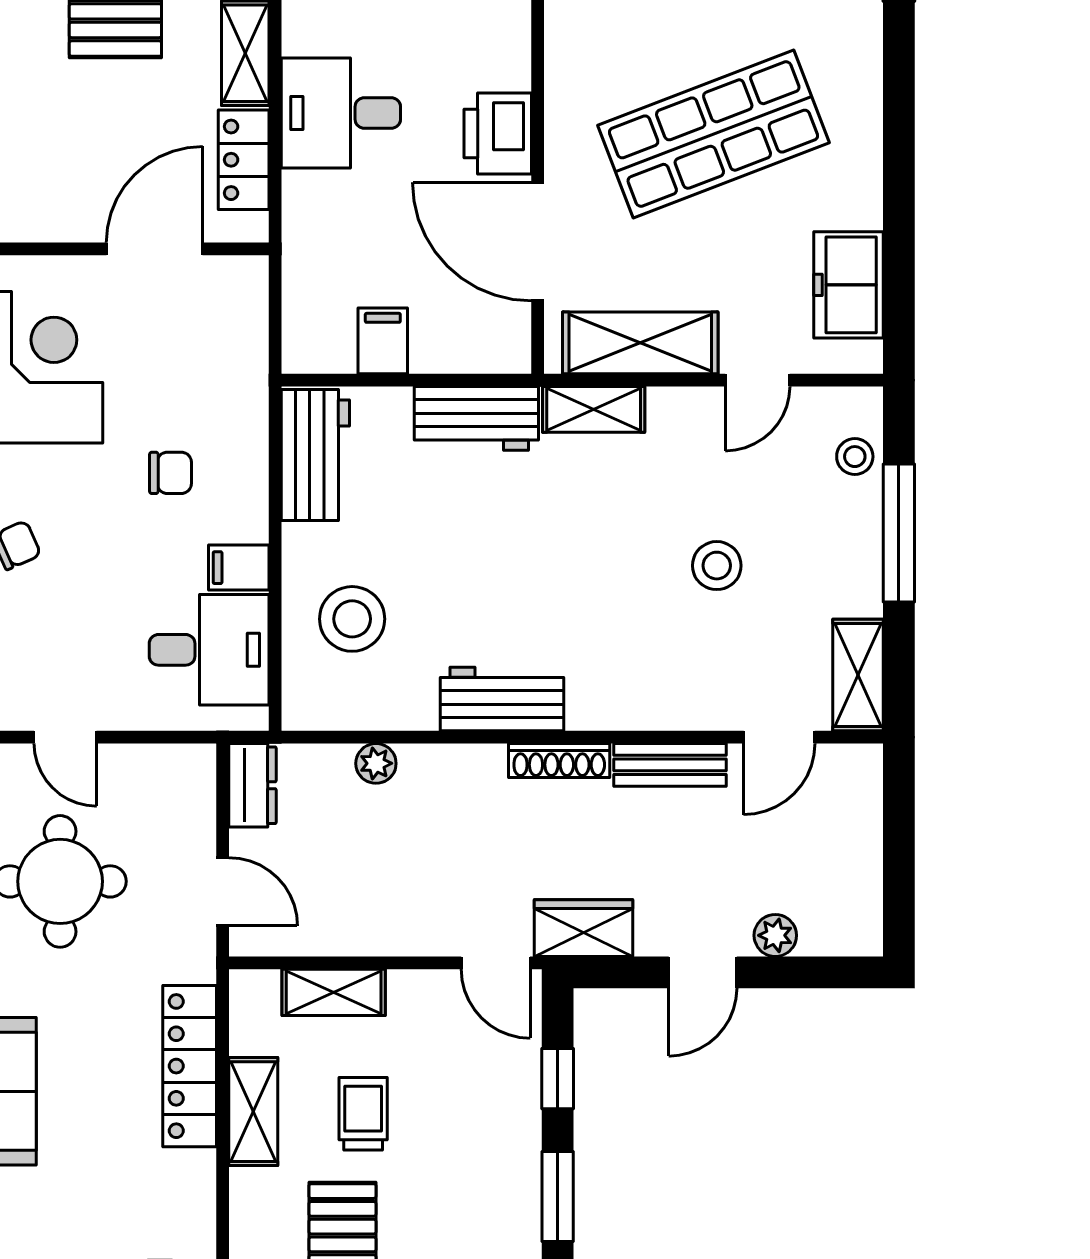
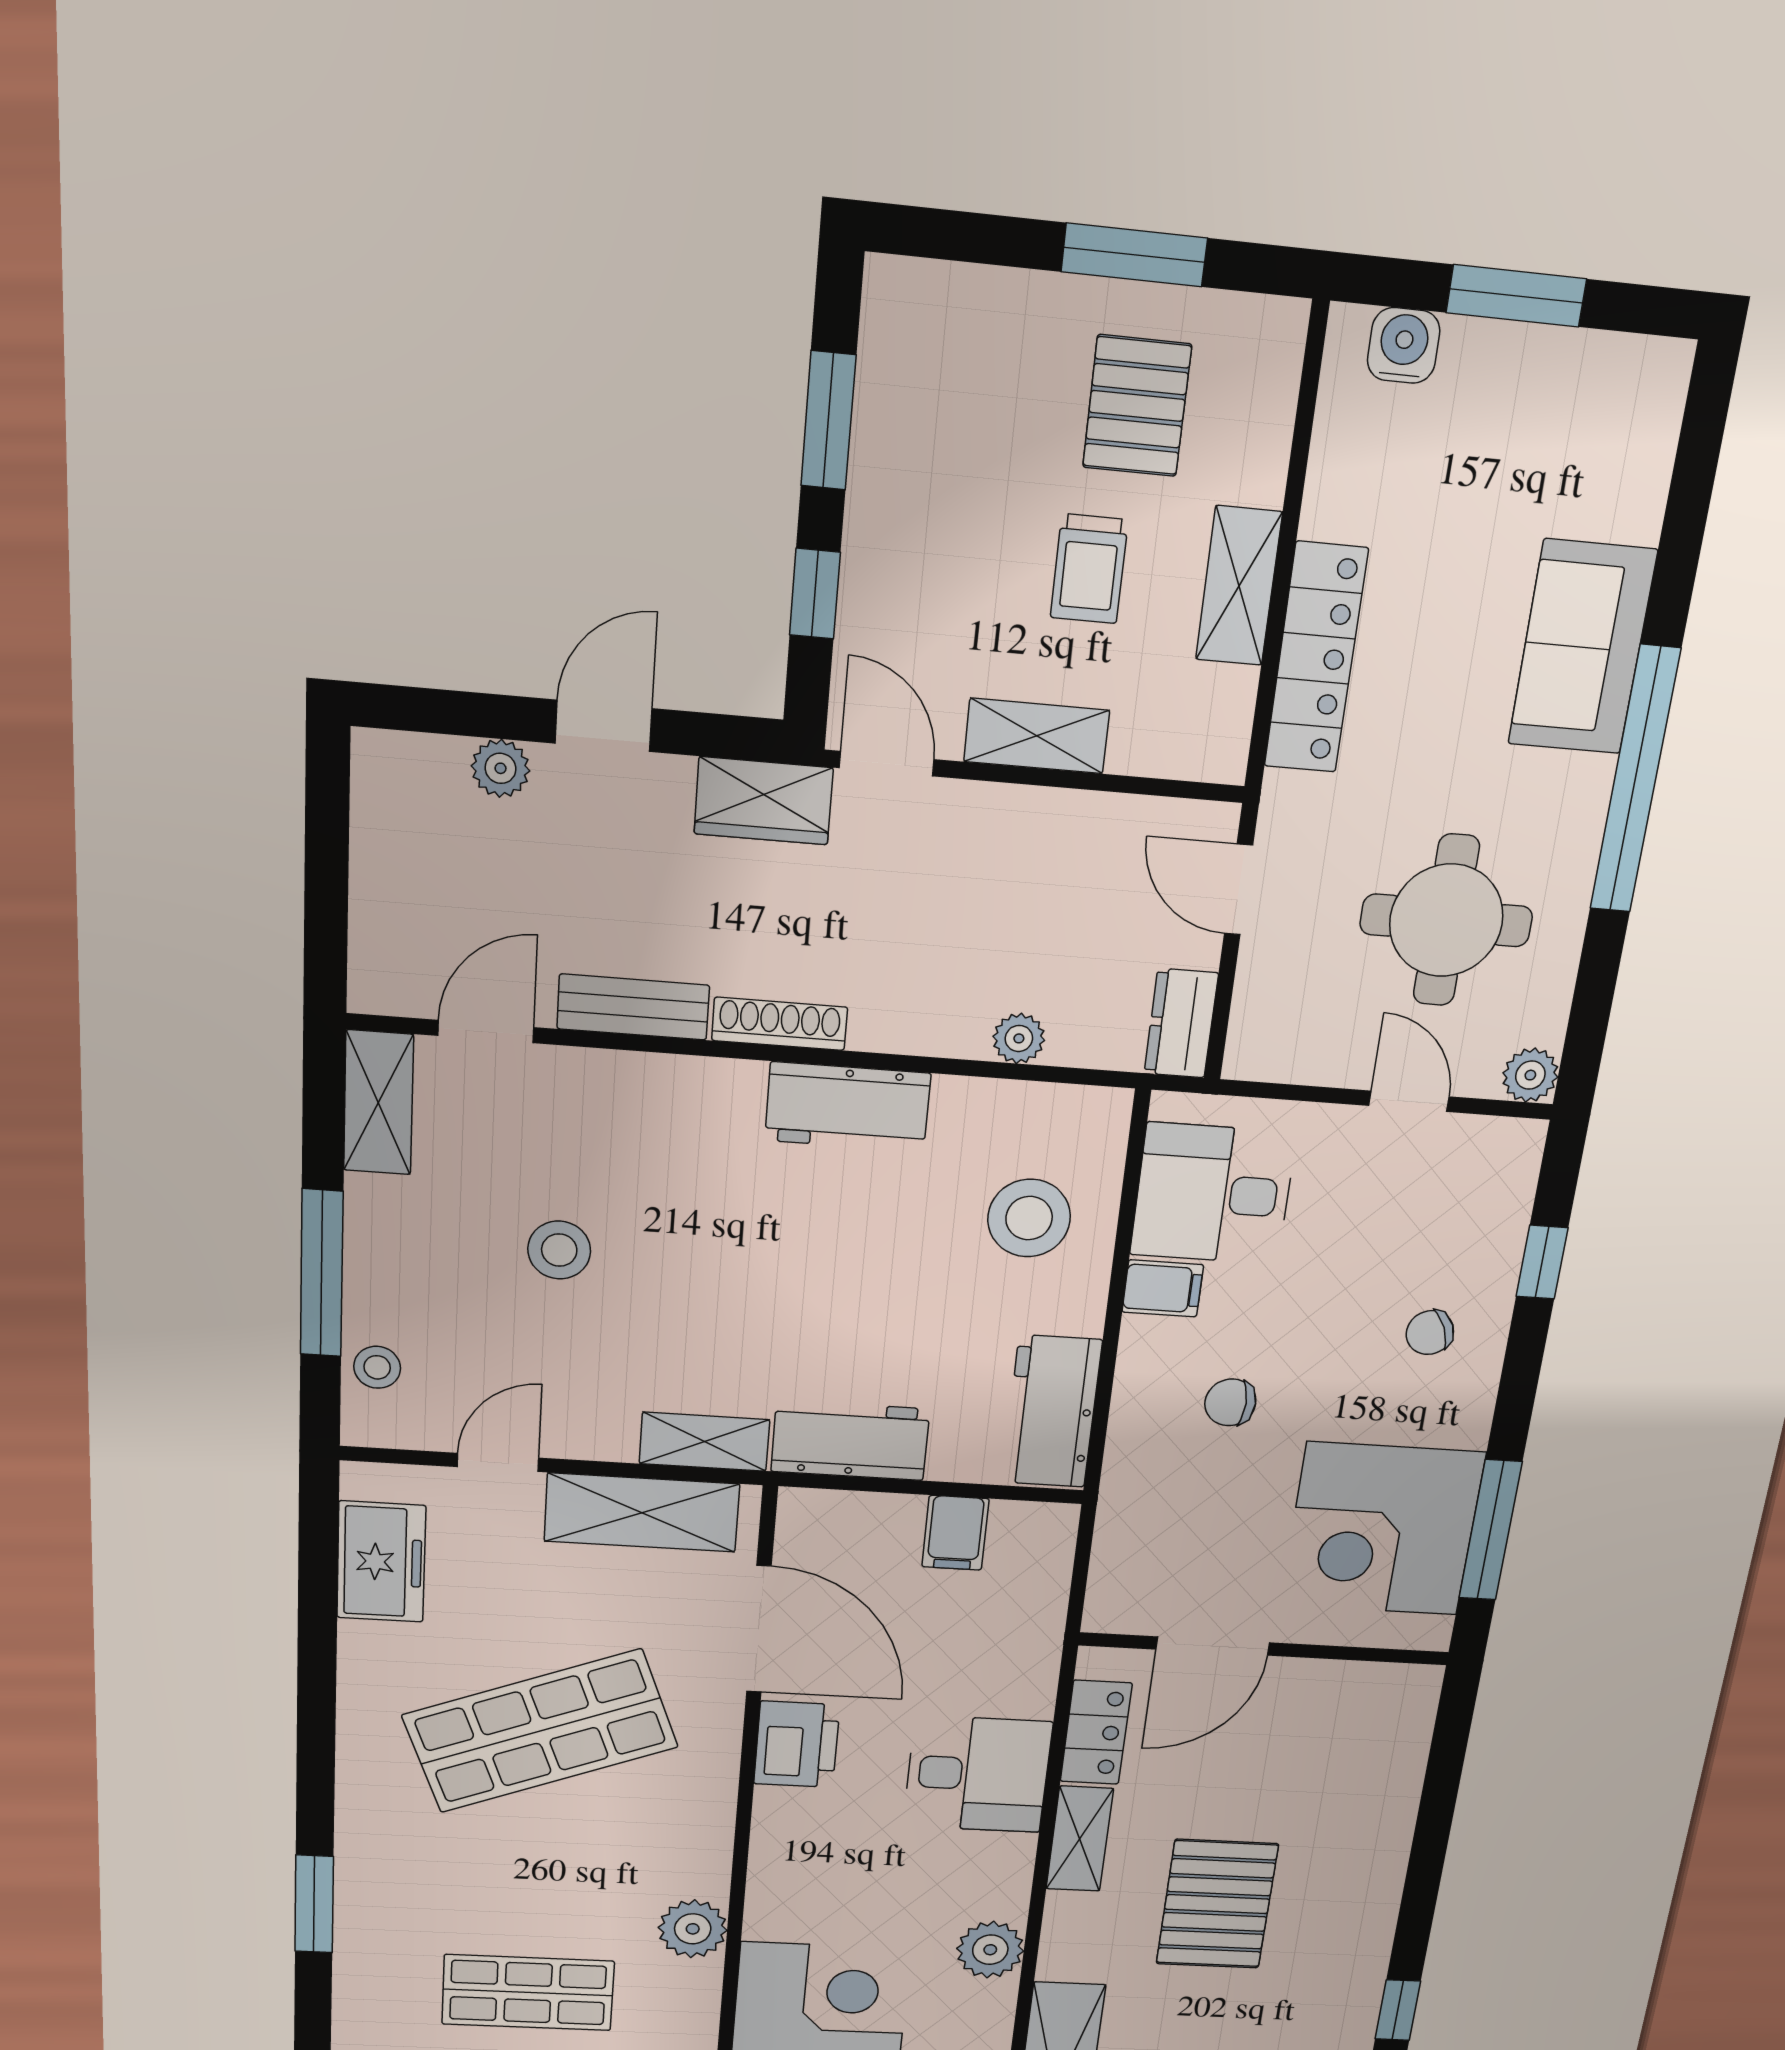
shelving: (334, 992) -> (1037, 736), moved

